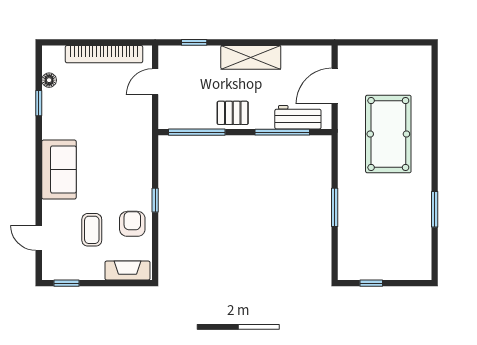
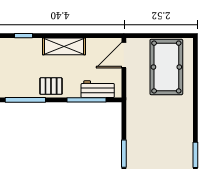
door: (335, 86) -> (124, 55), moved
pool table: (388, 134) -> (166, 67), moved

